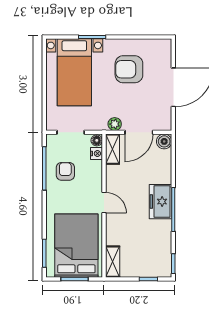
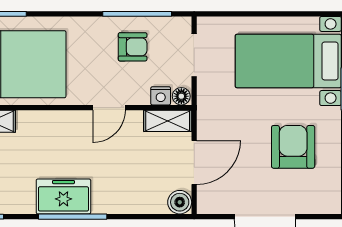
plant: (115, 124) -> (207, 124), removed
door: (139, 132) -> (194, 163), swing flipped
freezer: (161, 202) -> (63, 196), moved
door: (104, 203) -> (109, 108), moved

